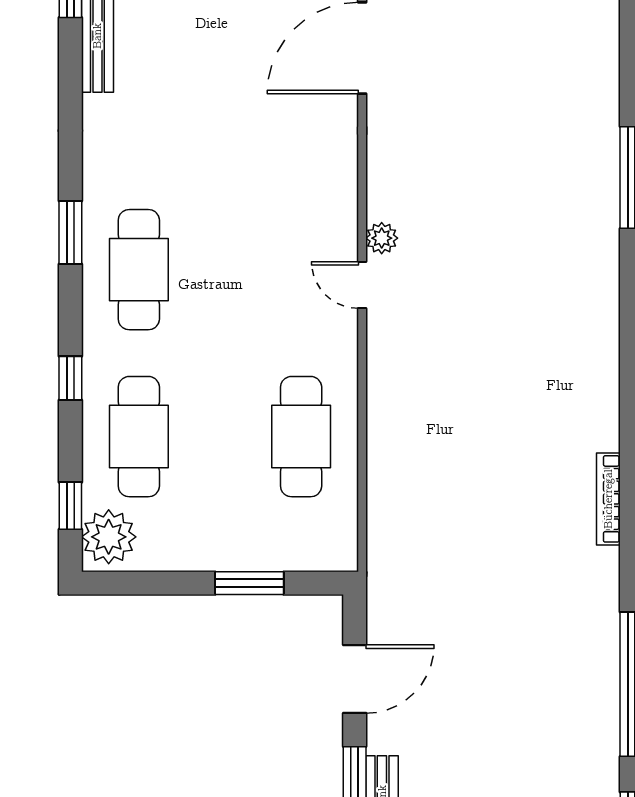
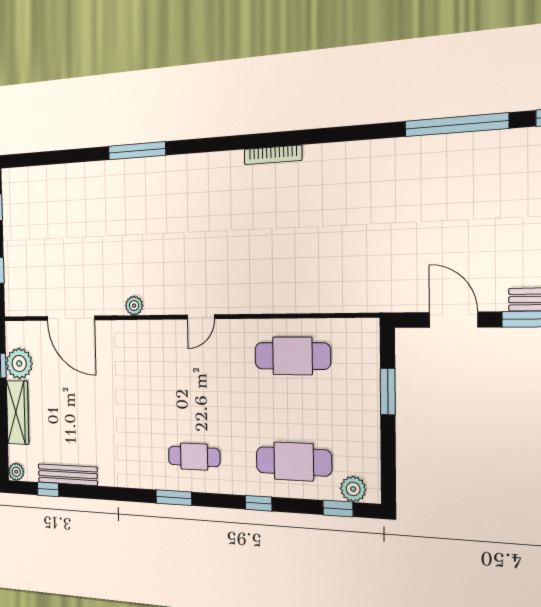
plant: (382, 238) -> (134, 306), moved
cafe table: (139, 270) -> (194, 457), width x0.73, depth x0.74
bookcase: (608, 499) -> (273, 155), moved
plant: (109, 537) -> (353, 489), width x0.73, depth x0.73

